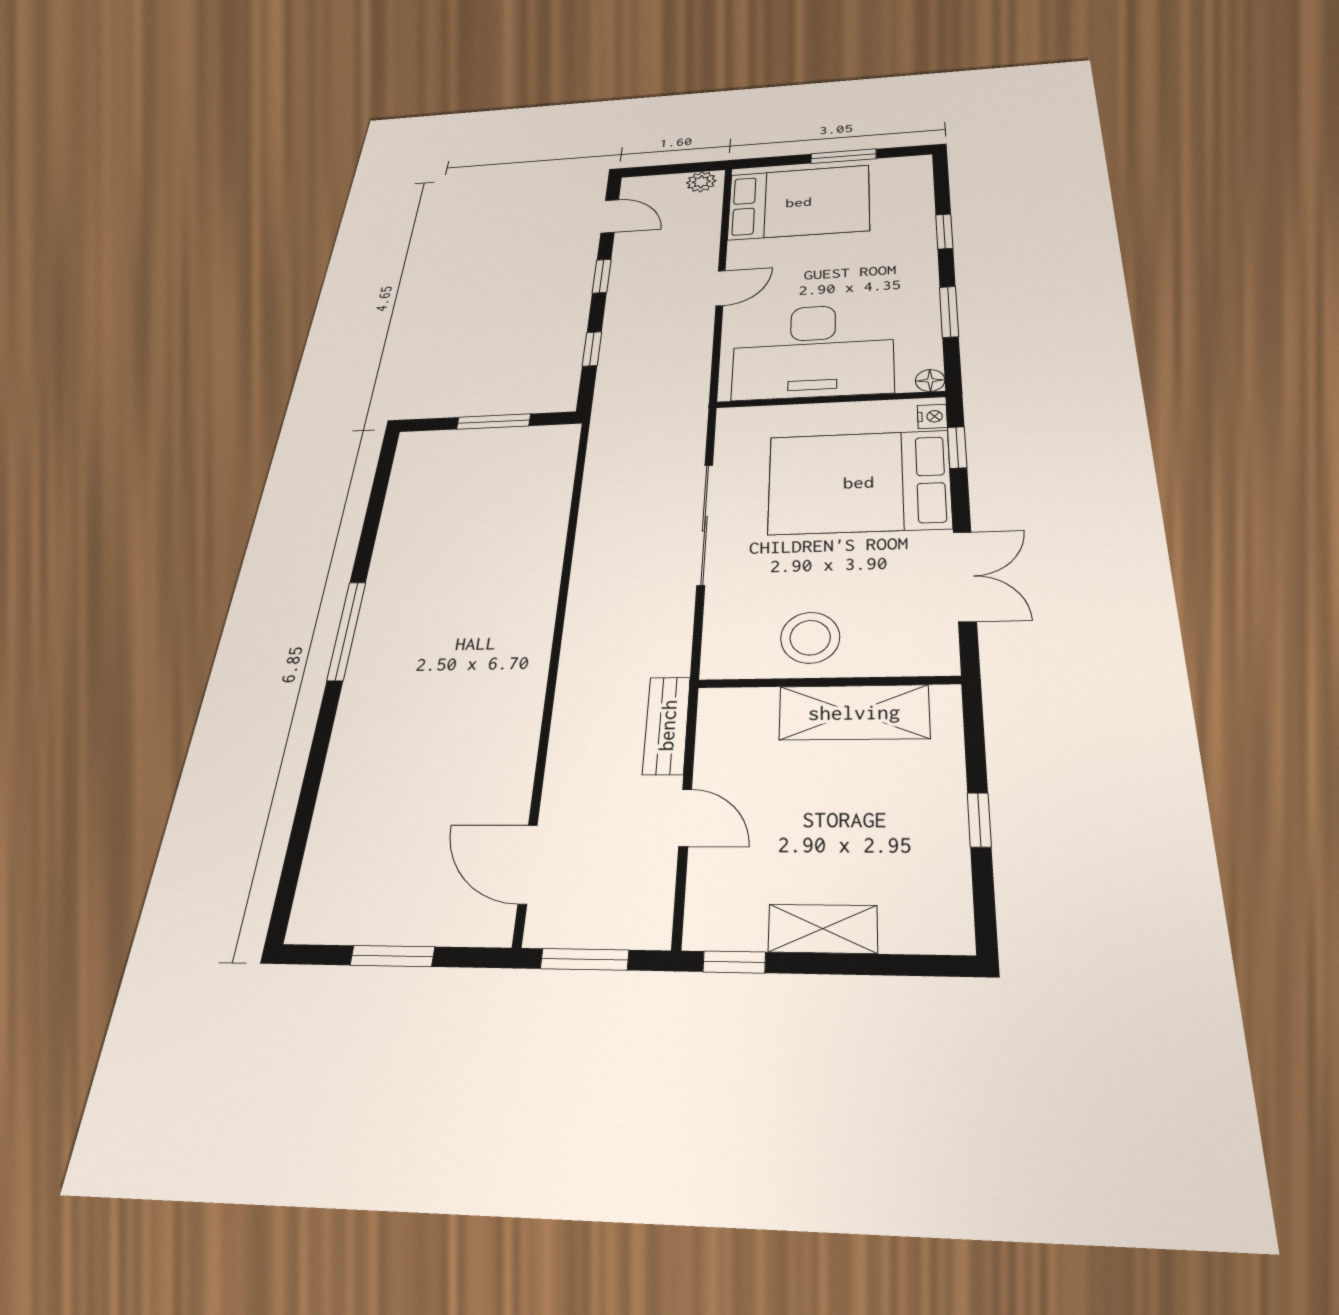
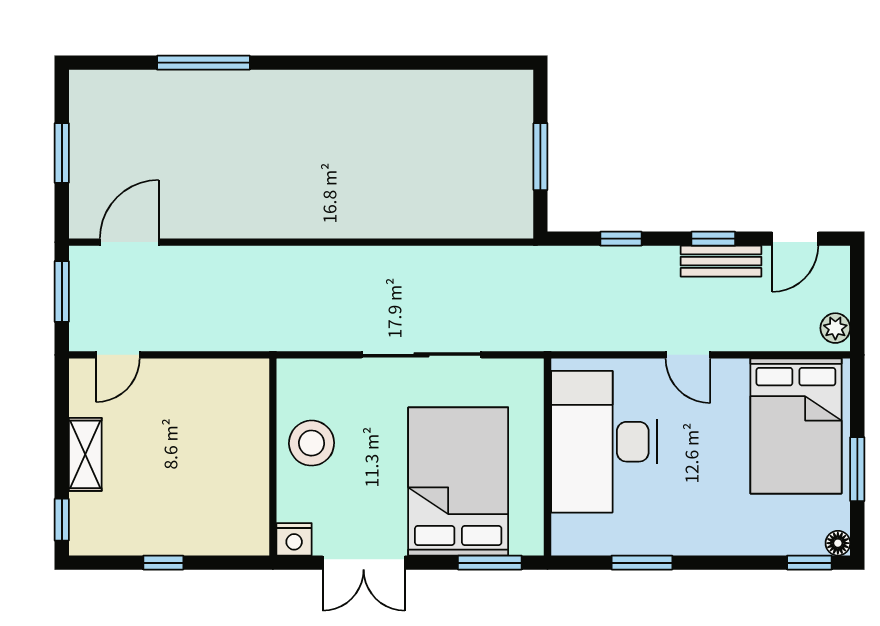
window: (944, 231) -> (809, 563), moved
floor lamp: (930, 380) -> (838, 543), moved
nightstand: (932, 416) -> (294, 539), moved, width x1.39, depth x1.35
window: (957, 447) -> (490, 563), width x1.50
window: (346, 631) -> (203, 63), moved
shelving: (854, 712) -> (247, 476), removed
bench: (667, 725) -> (721, 261), moved
door: (685, 818) -> (118, 355), moved
window: (734, 962) -> (62, 520), moved

